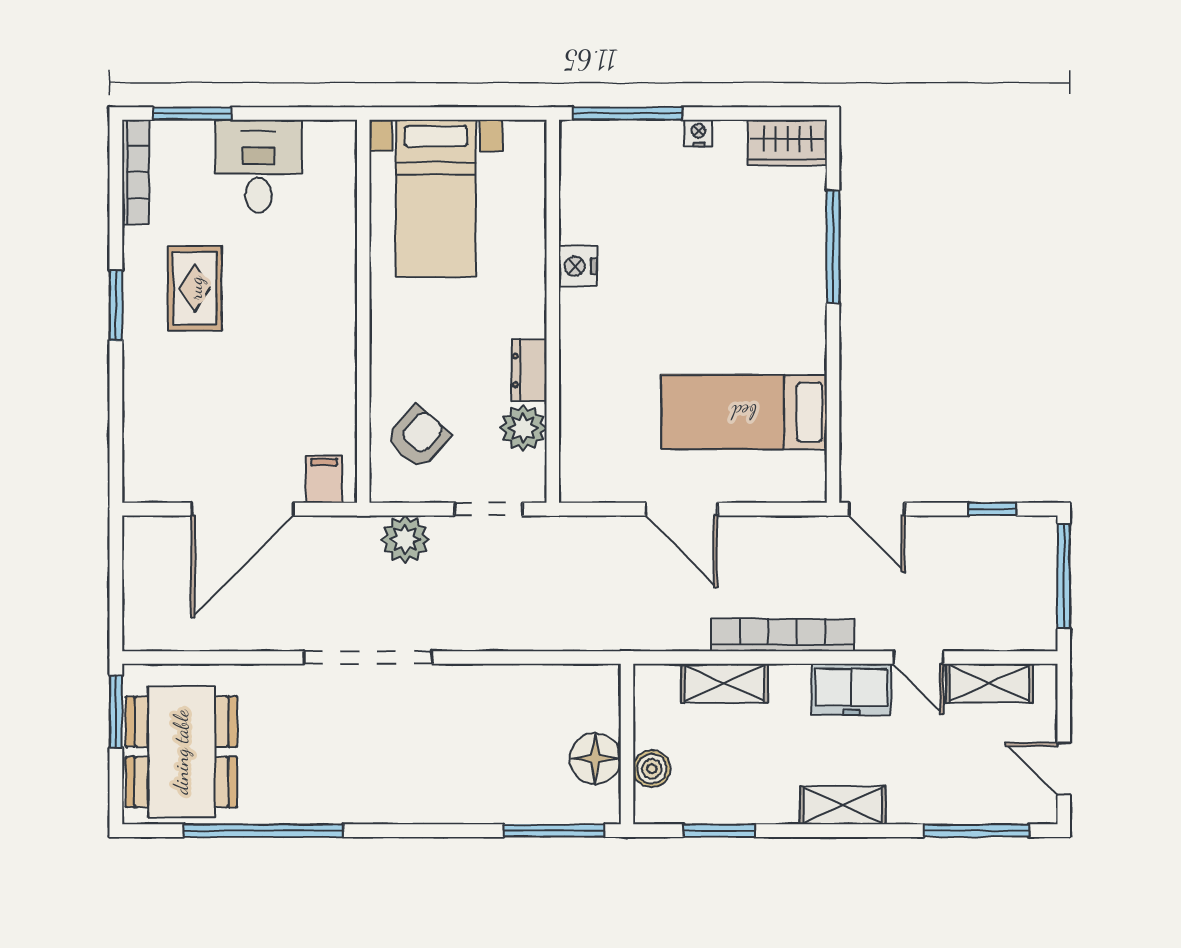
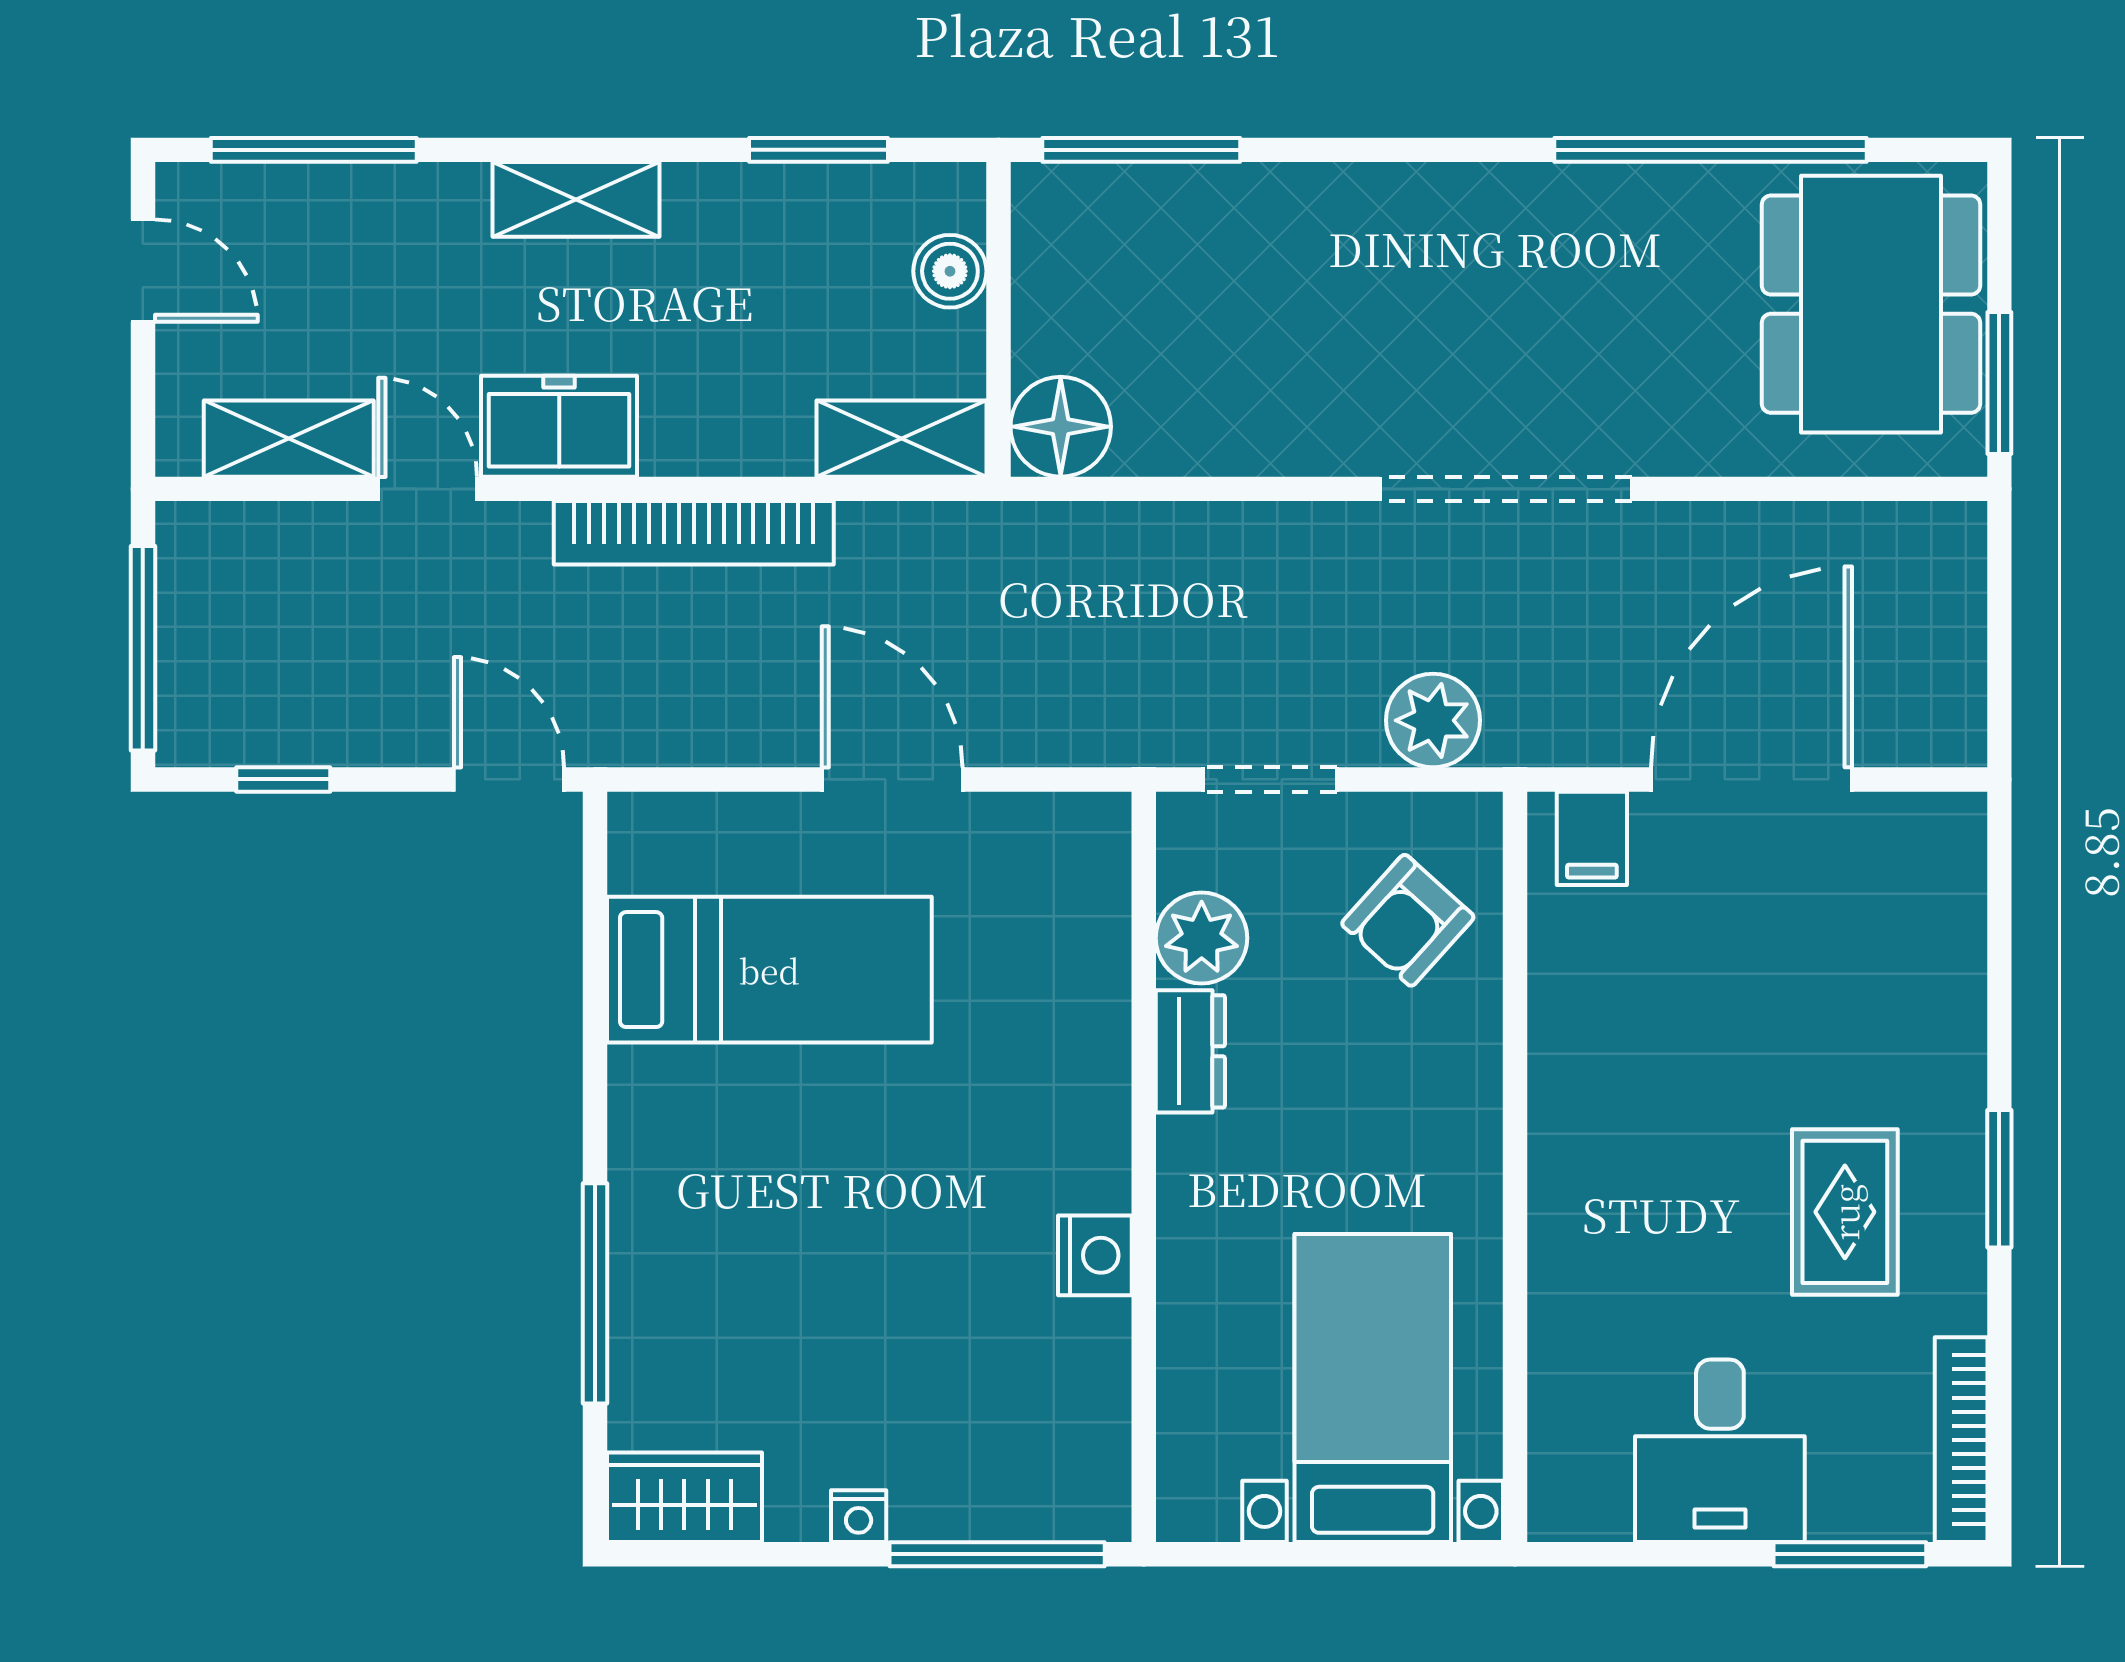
shelving: (724, 683) -> (902, 439), moved
floor lamp: (595, 759) -> (1061, 427), moved

